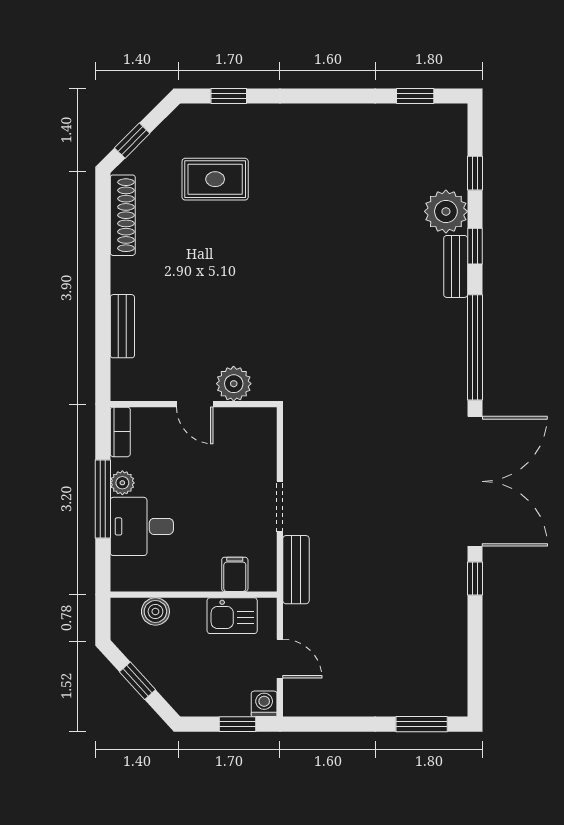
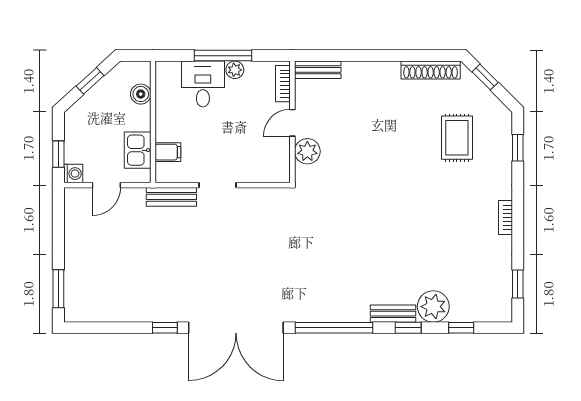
bookcase: (324, 113) -> (506, 217), added
bench: (122, 326) -> (318, 70), moved
bookcase: (120, 432) -> (283, 84), moved, turned 90

